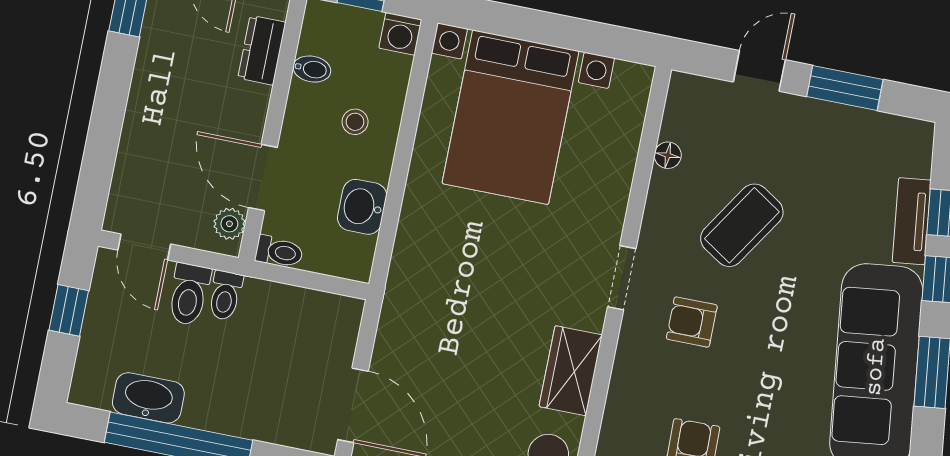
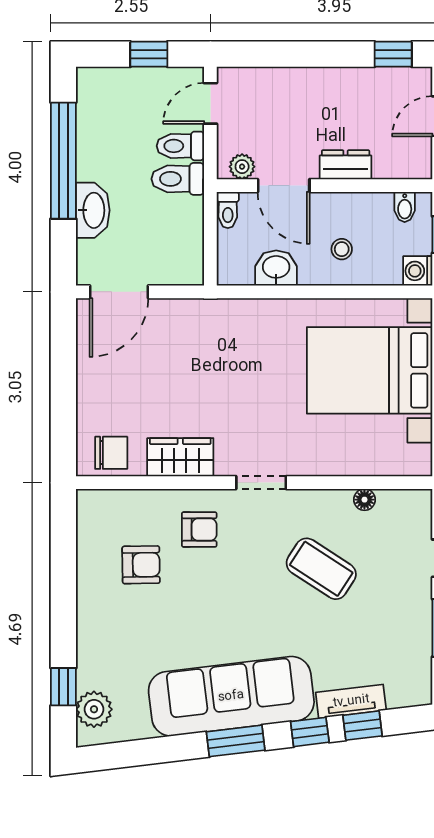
dresser: (262, 50) -> (346, 165), moved
bidet: (312, 69) -> (405, 207), moved
door: (263, 178) -> (284, 186), swing flipped
toilet: (225, 295) -> (178, 179), width x1.37, depth x1.39
armchair: (692, 322) -> (199, 530), moved, turned 90
washbasin: (148, 398) -> (93, 210), moved

